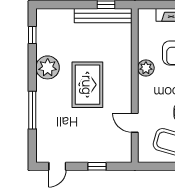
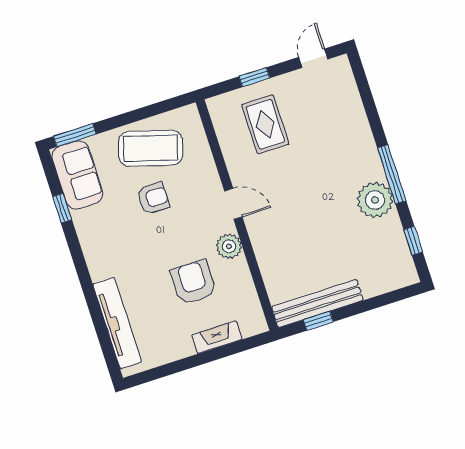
rug: (87, 85) -> (265, 124), moved, width x0.73, depth x0.70
window: (32, 110) -> (392, 174), moved
door: (135, 123) -> (233, 204), moved

